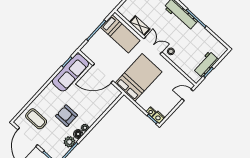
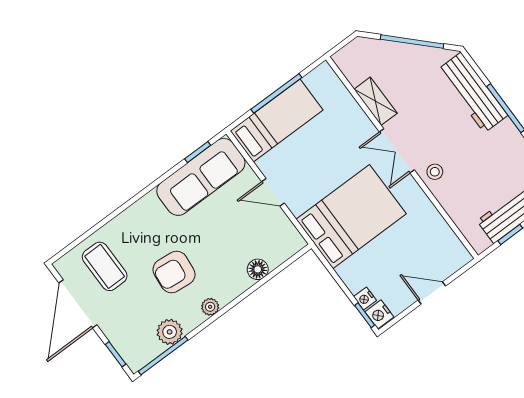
bed: (120, 34) -> (277, 121), moved, turned -90
double door: (153, 45) -> (397, 151), swing flipped
door: (103, 73) -> (273, 192), width x0.53
door: (188, 95) -> (432, 293), moved
armchair: (67, 116) -> (174, 272), turned -84
floor lamp: (78, 134) -> (258, 269), moved

